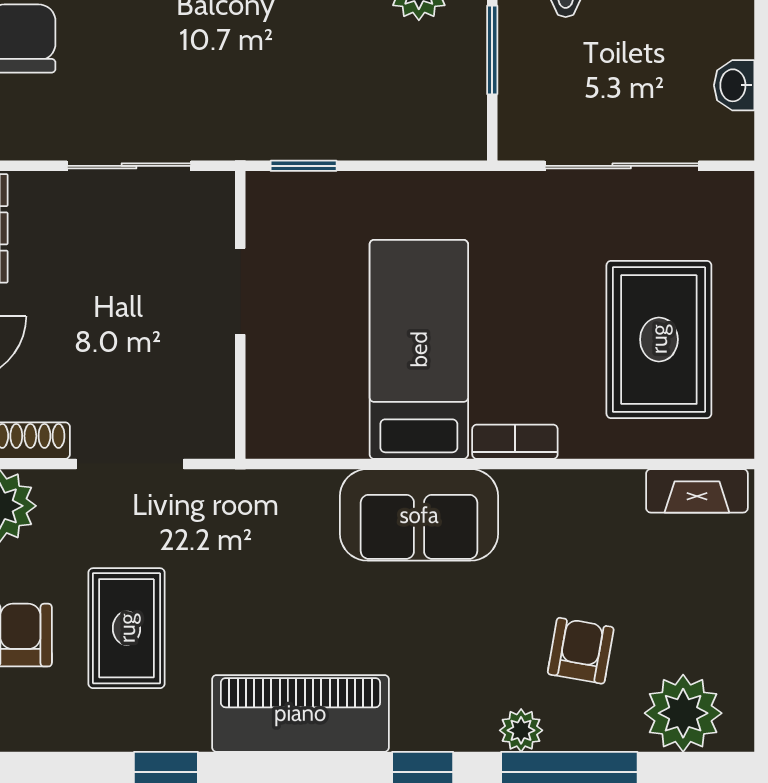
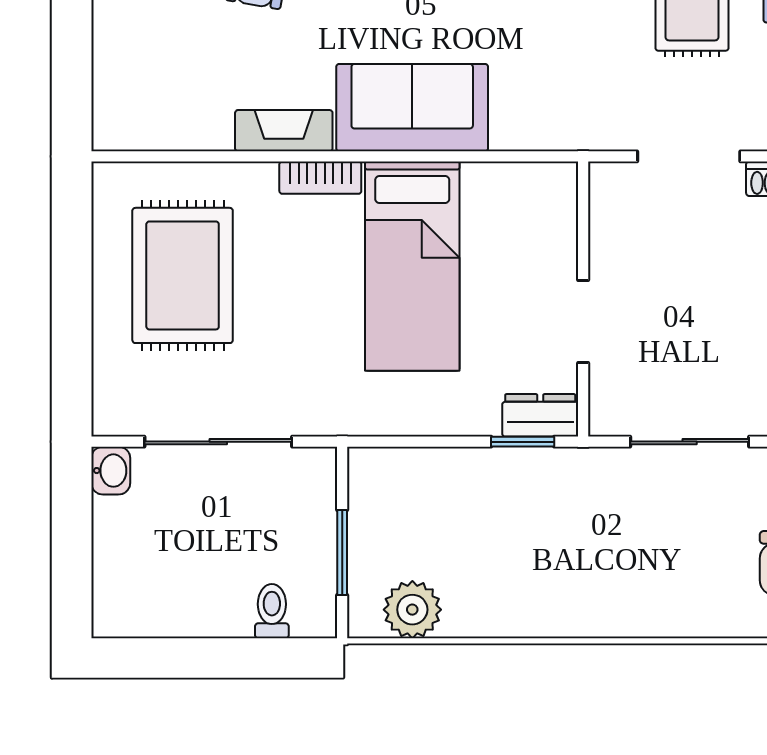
washbasin: (734, 85) -> (111, 471), moved
dresser: (285, 193) -> (540, 415), added
fireplace: (697, 491) -> (284, 131), moved

